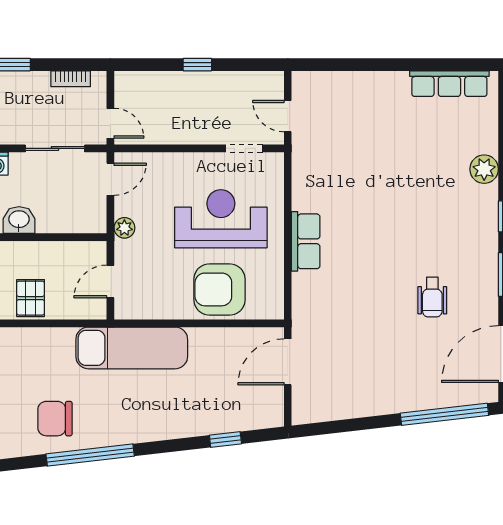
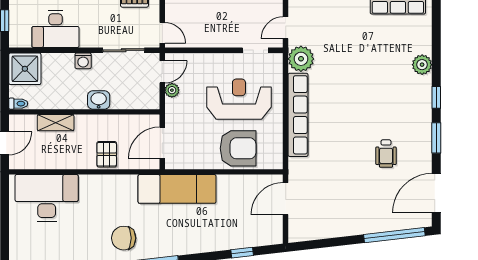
door: (288, 116) -> (286, 28), hinge flipped
plant: (310, 161) -> (301, 59), added
plant: (124, 228) -> (172, 90), moved
row of seats: (306, 241) -> (298, 115), width x2.02
door: (110, 281) -> (162, 143), width x1.38
armchair: (219, 289) -> (238, 148), turned 180

